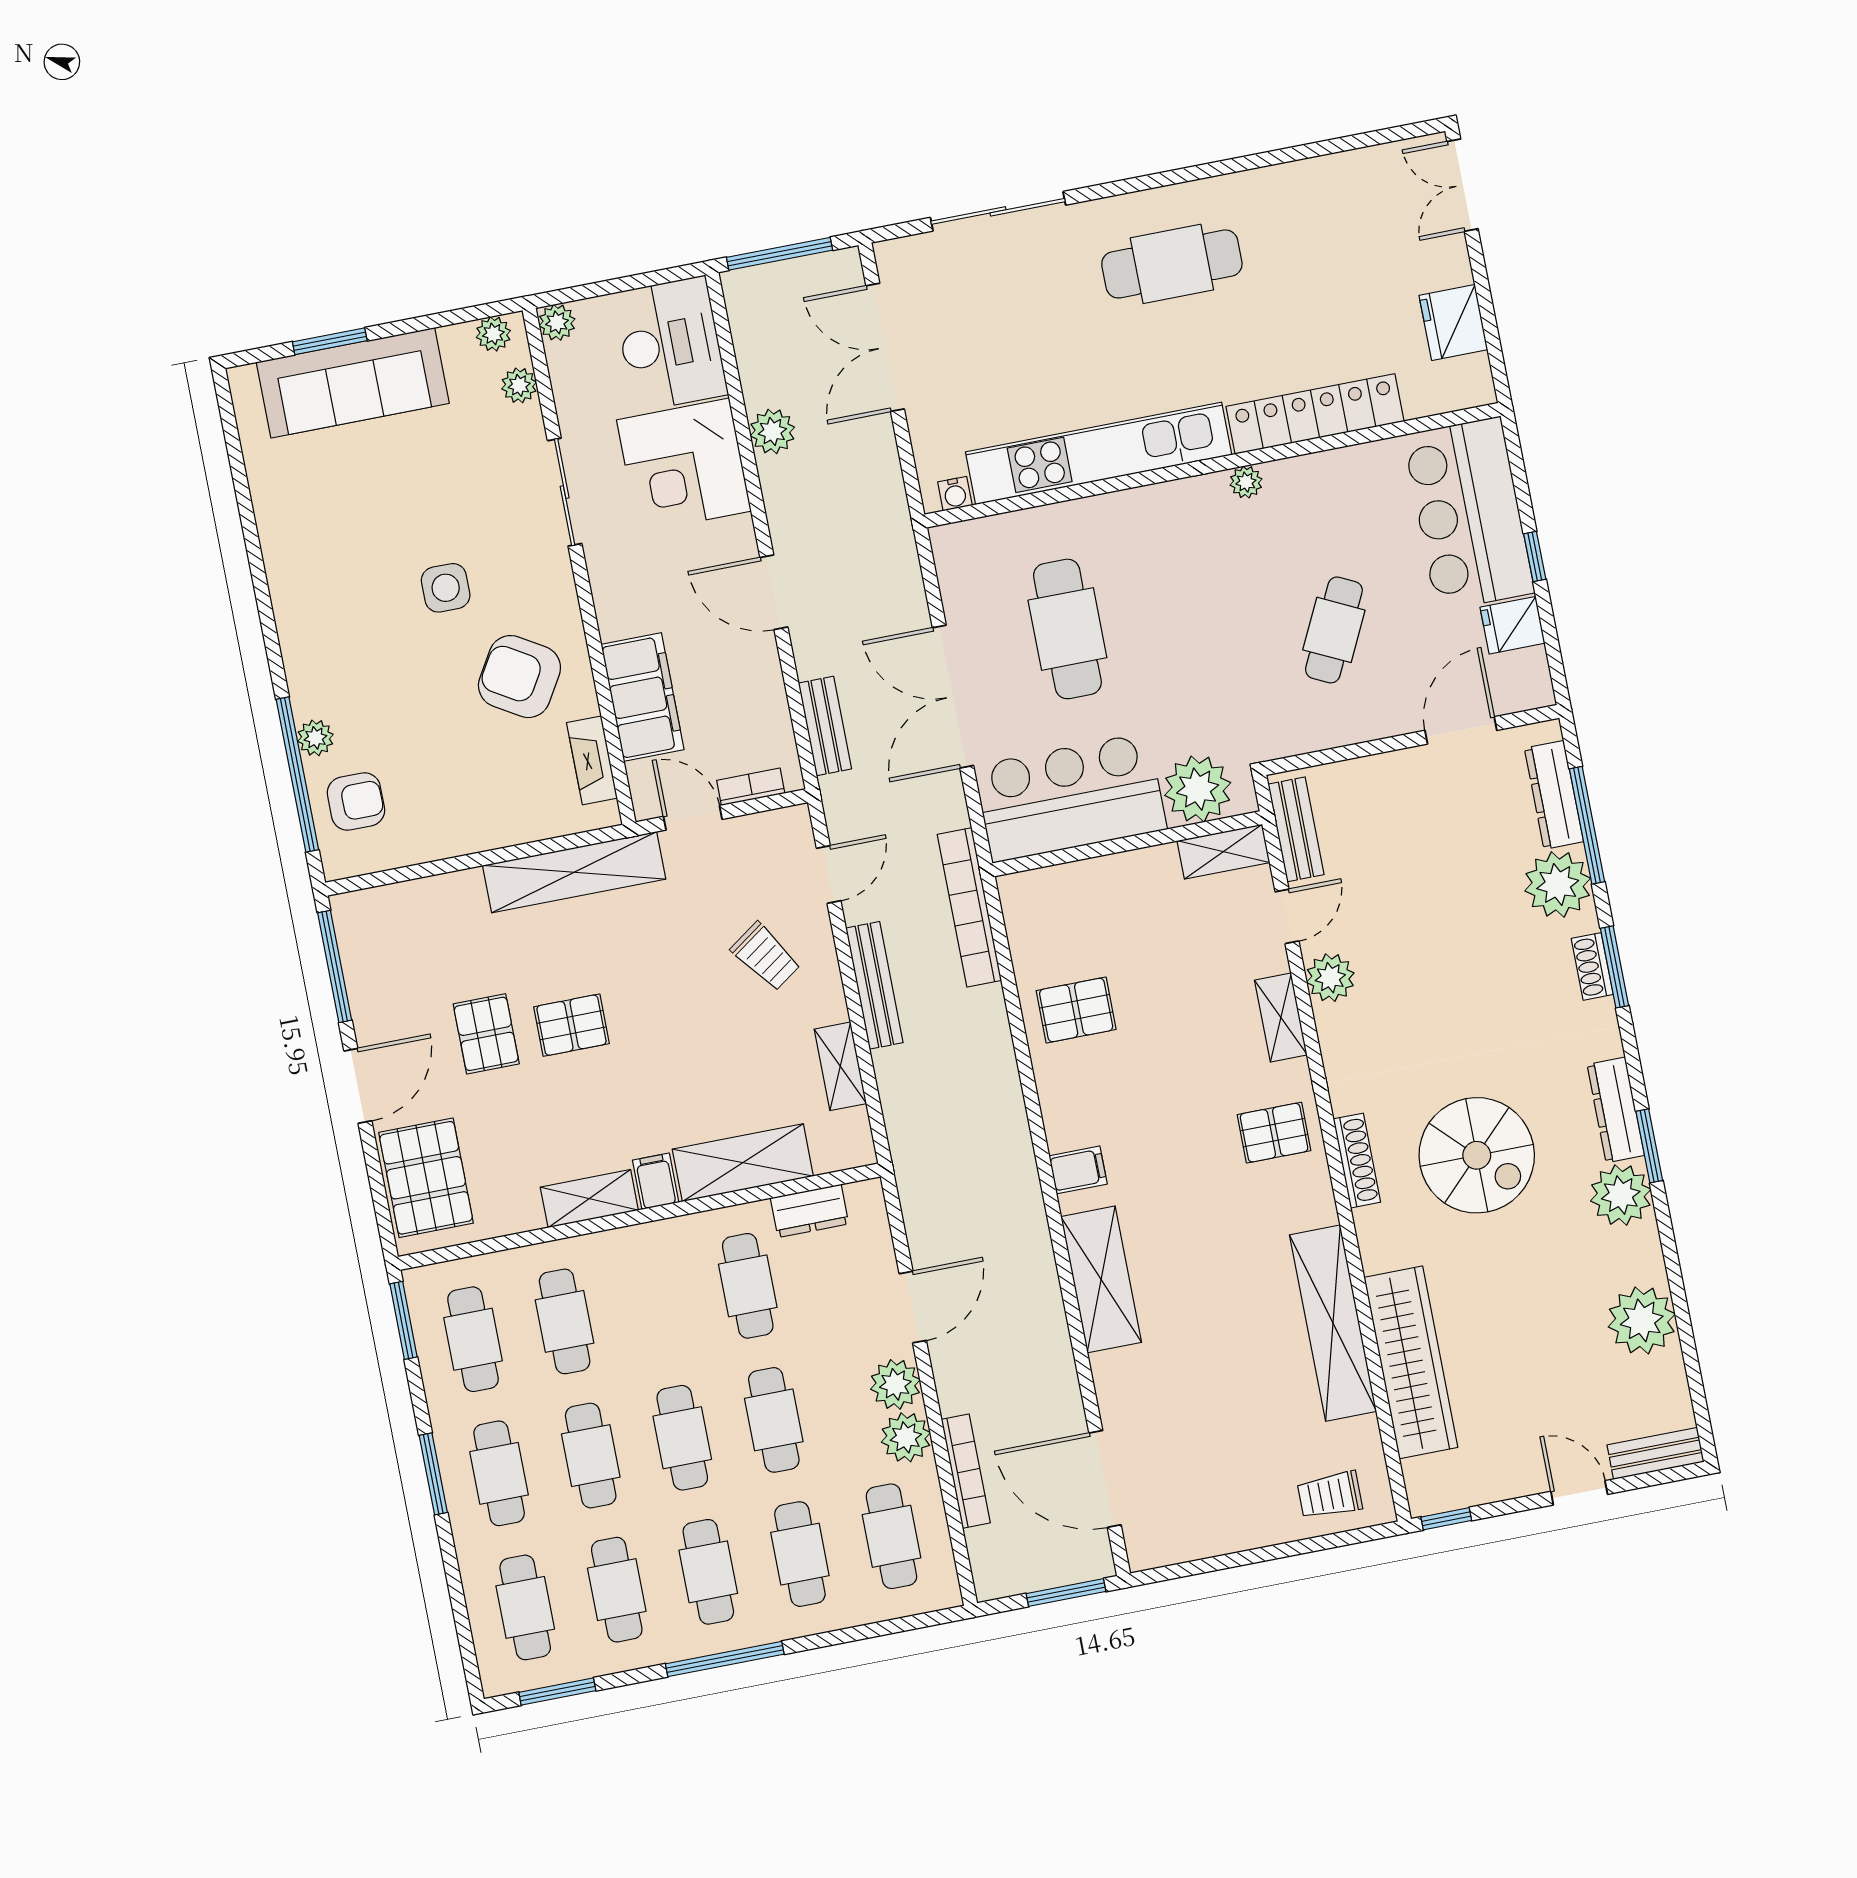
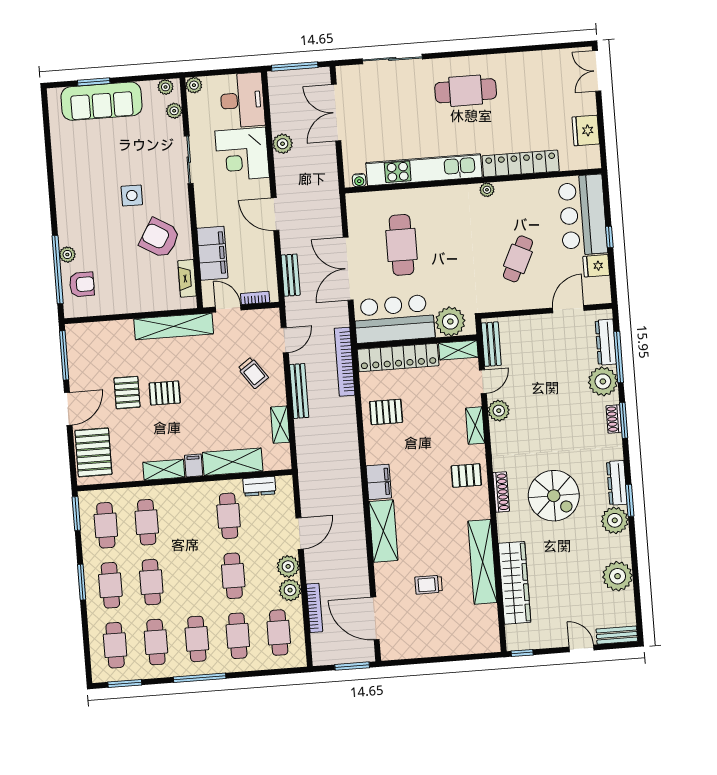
locker: (1089, 884) -> (398, 358), added
filing cabinet: (1078, 1170) -> (379, 482), width x2.00
cafe table: (682, 1438) -> (192, 579), removed
trolley: (1330, 1495) -> (429, 585), moved

